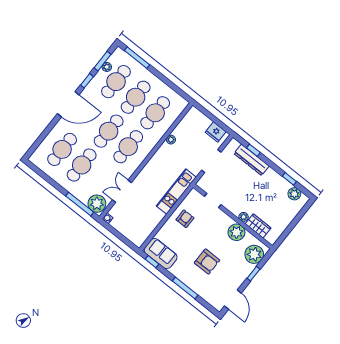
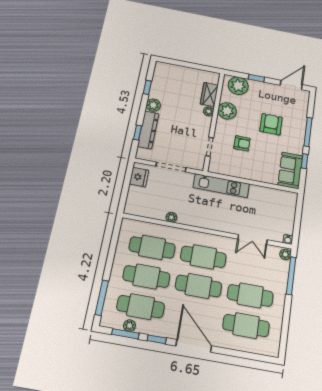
plant: (294, 194) -> (153, 105), moved
plant: (97, 204) -> (285, 254), width x0.53, depth x0.53
armchair: (185, 219) -> (242, 143), moved, turned 180
window: (152, 262) -> (305, 161), moved

